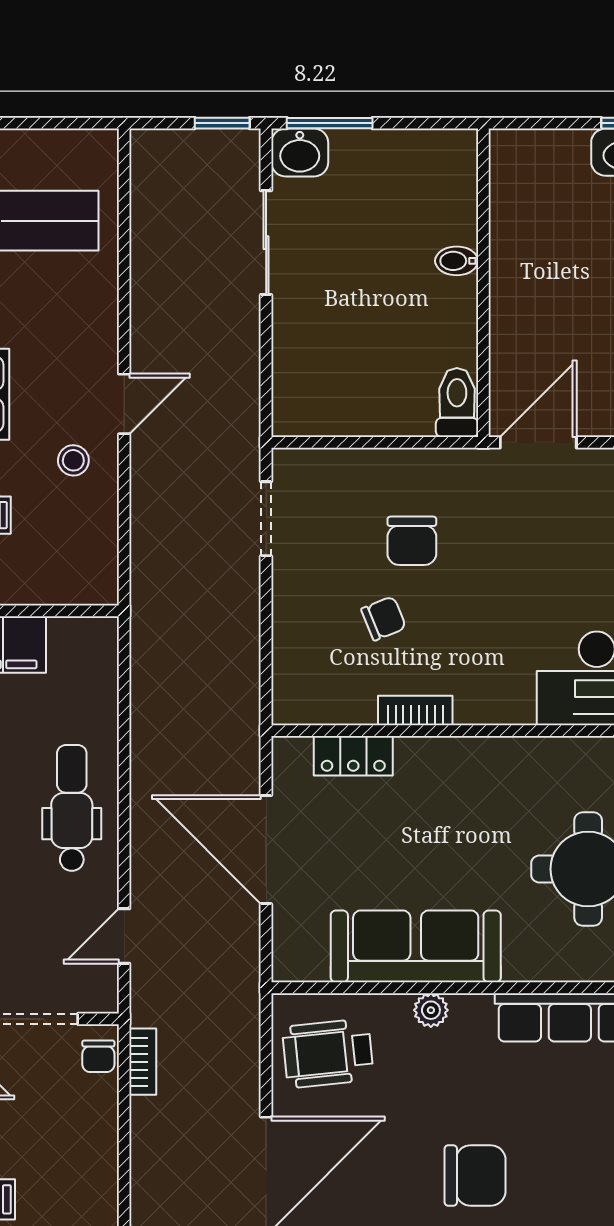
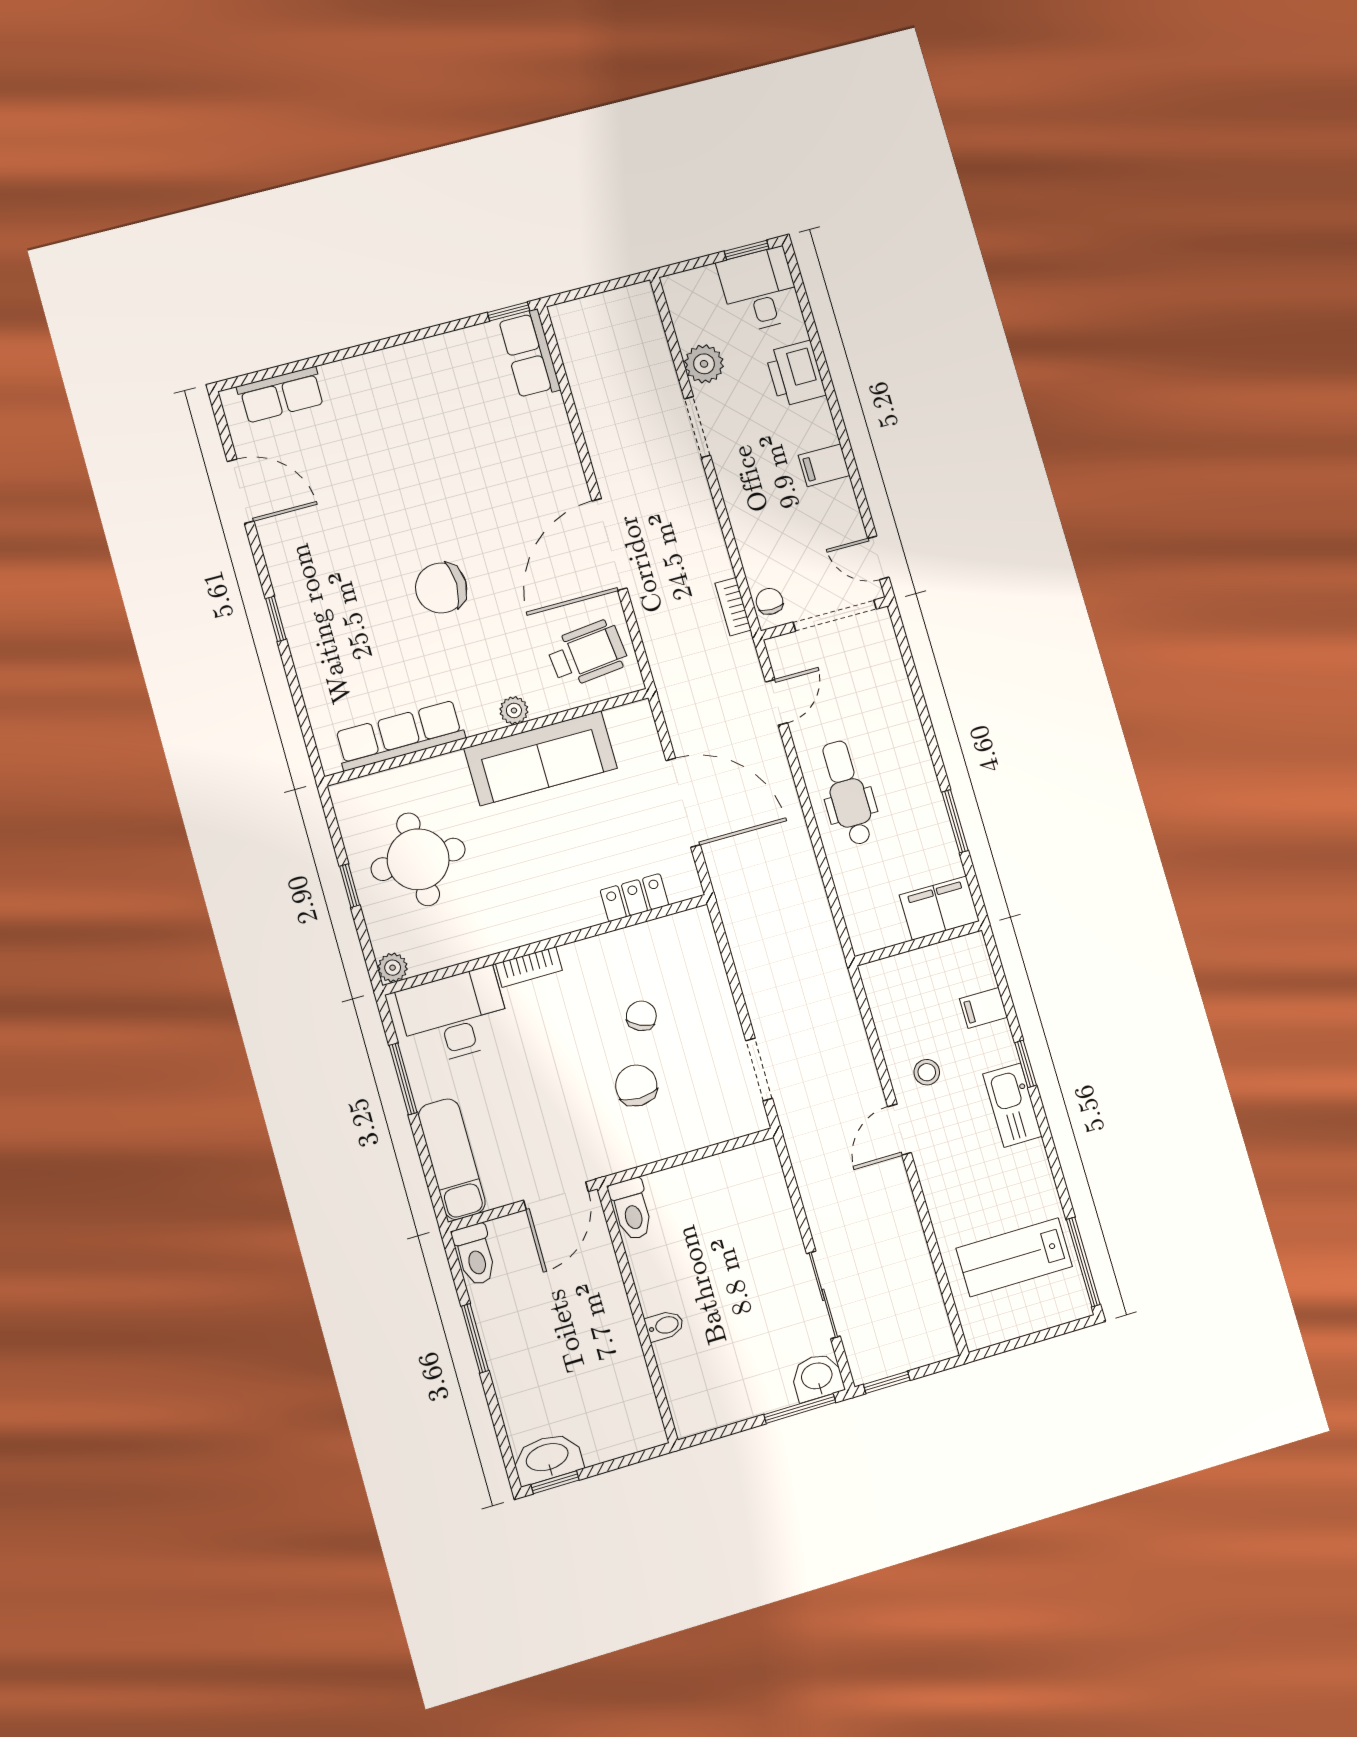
chair: (384, 618) -> (641, 1016), turned 137
bookcase: (415, 710) -> (529, 967), moved
dental chair: (72, 808) -> (847, 793), turned 180

